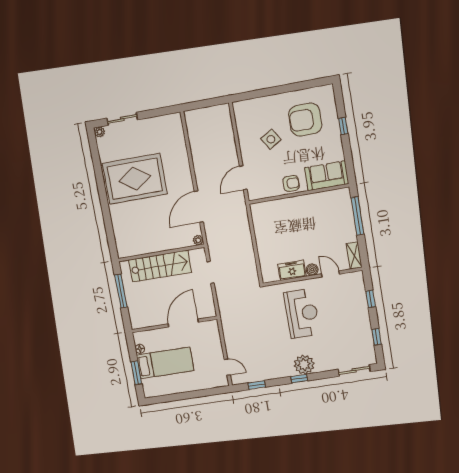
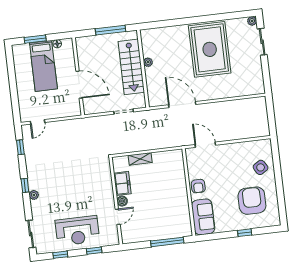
side table: (271, 139) -> (261, 167), moved
plant: (198, 240) -> (148, 62), moved
shelving: (354, 256) -> (140, 159), moved
reception desk: (302, 313) -> (77, 231), moved
plant: (304, 365) -> (34, 195), width x0.53, depth x0.53

